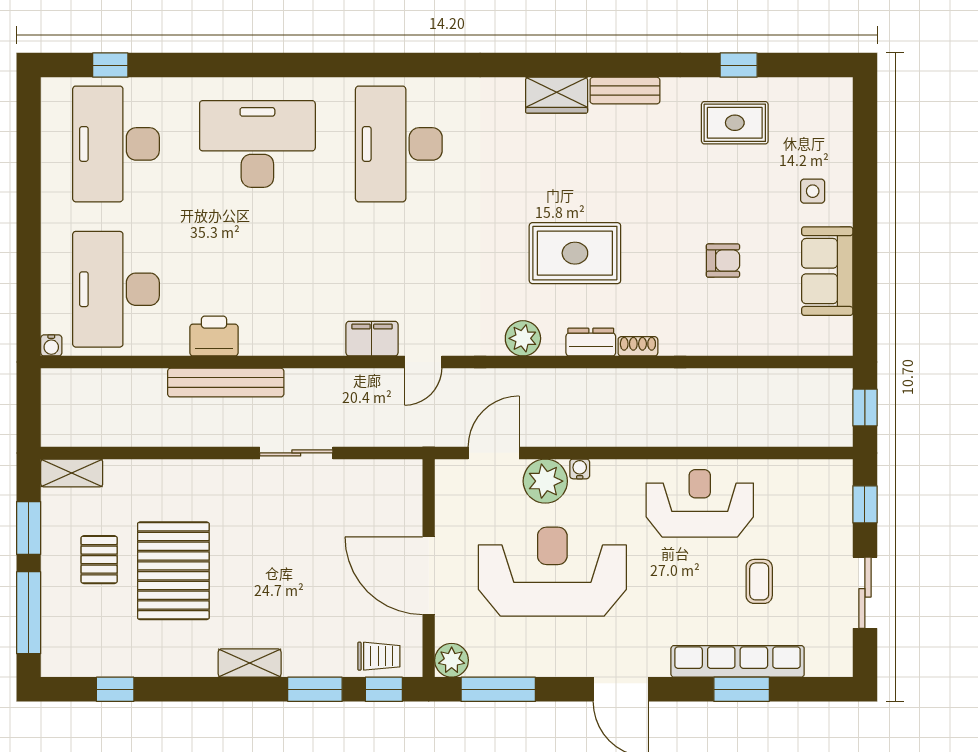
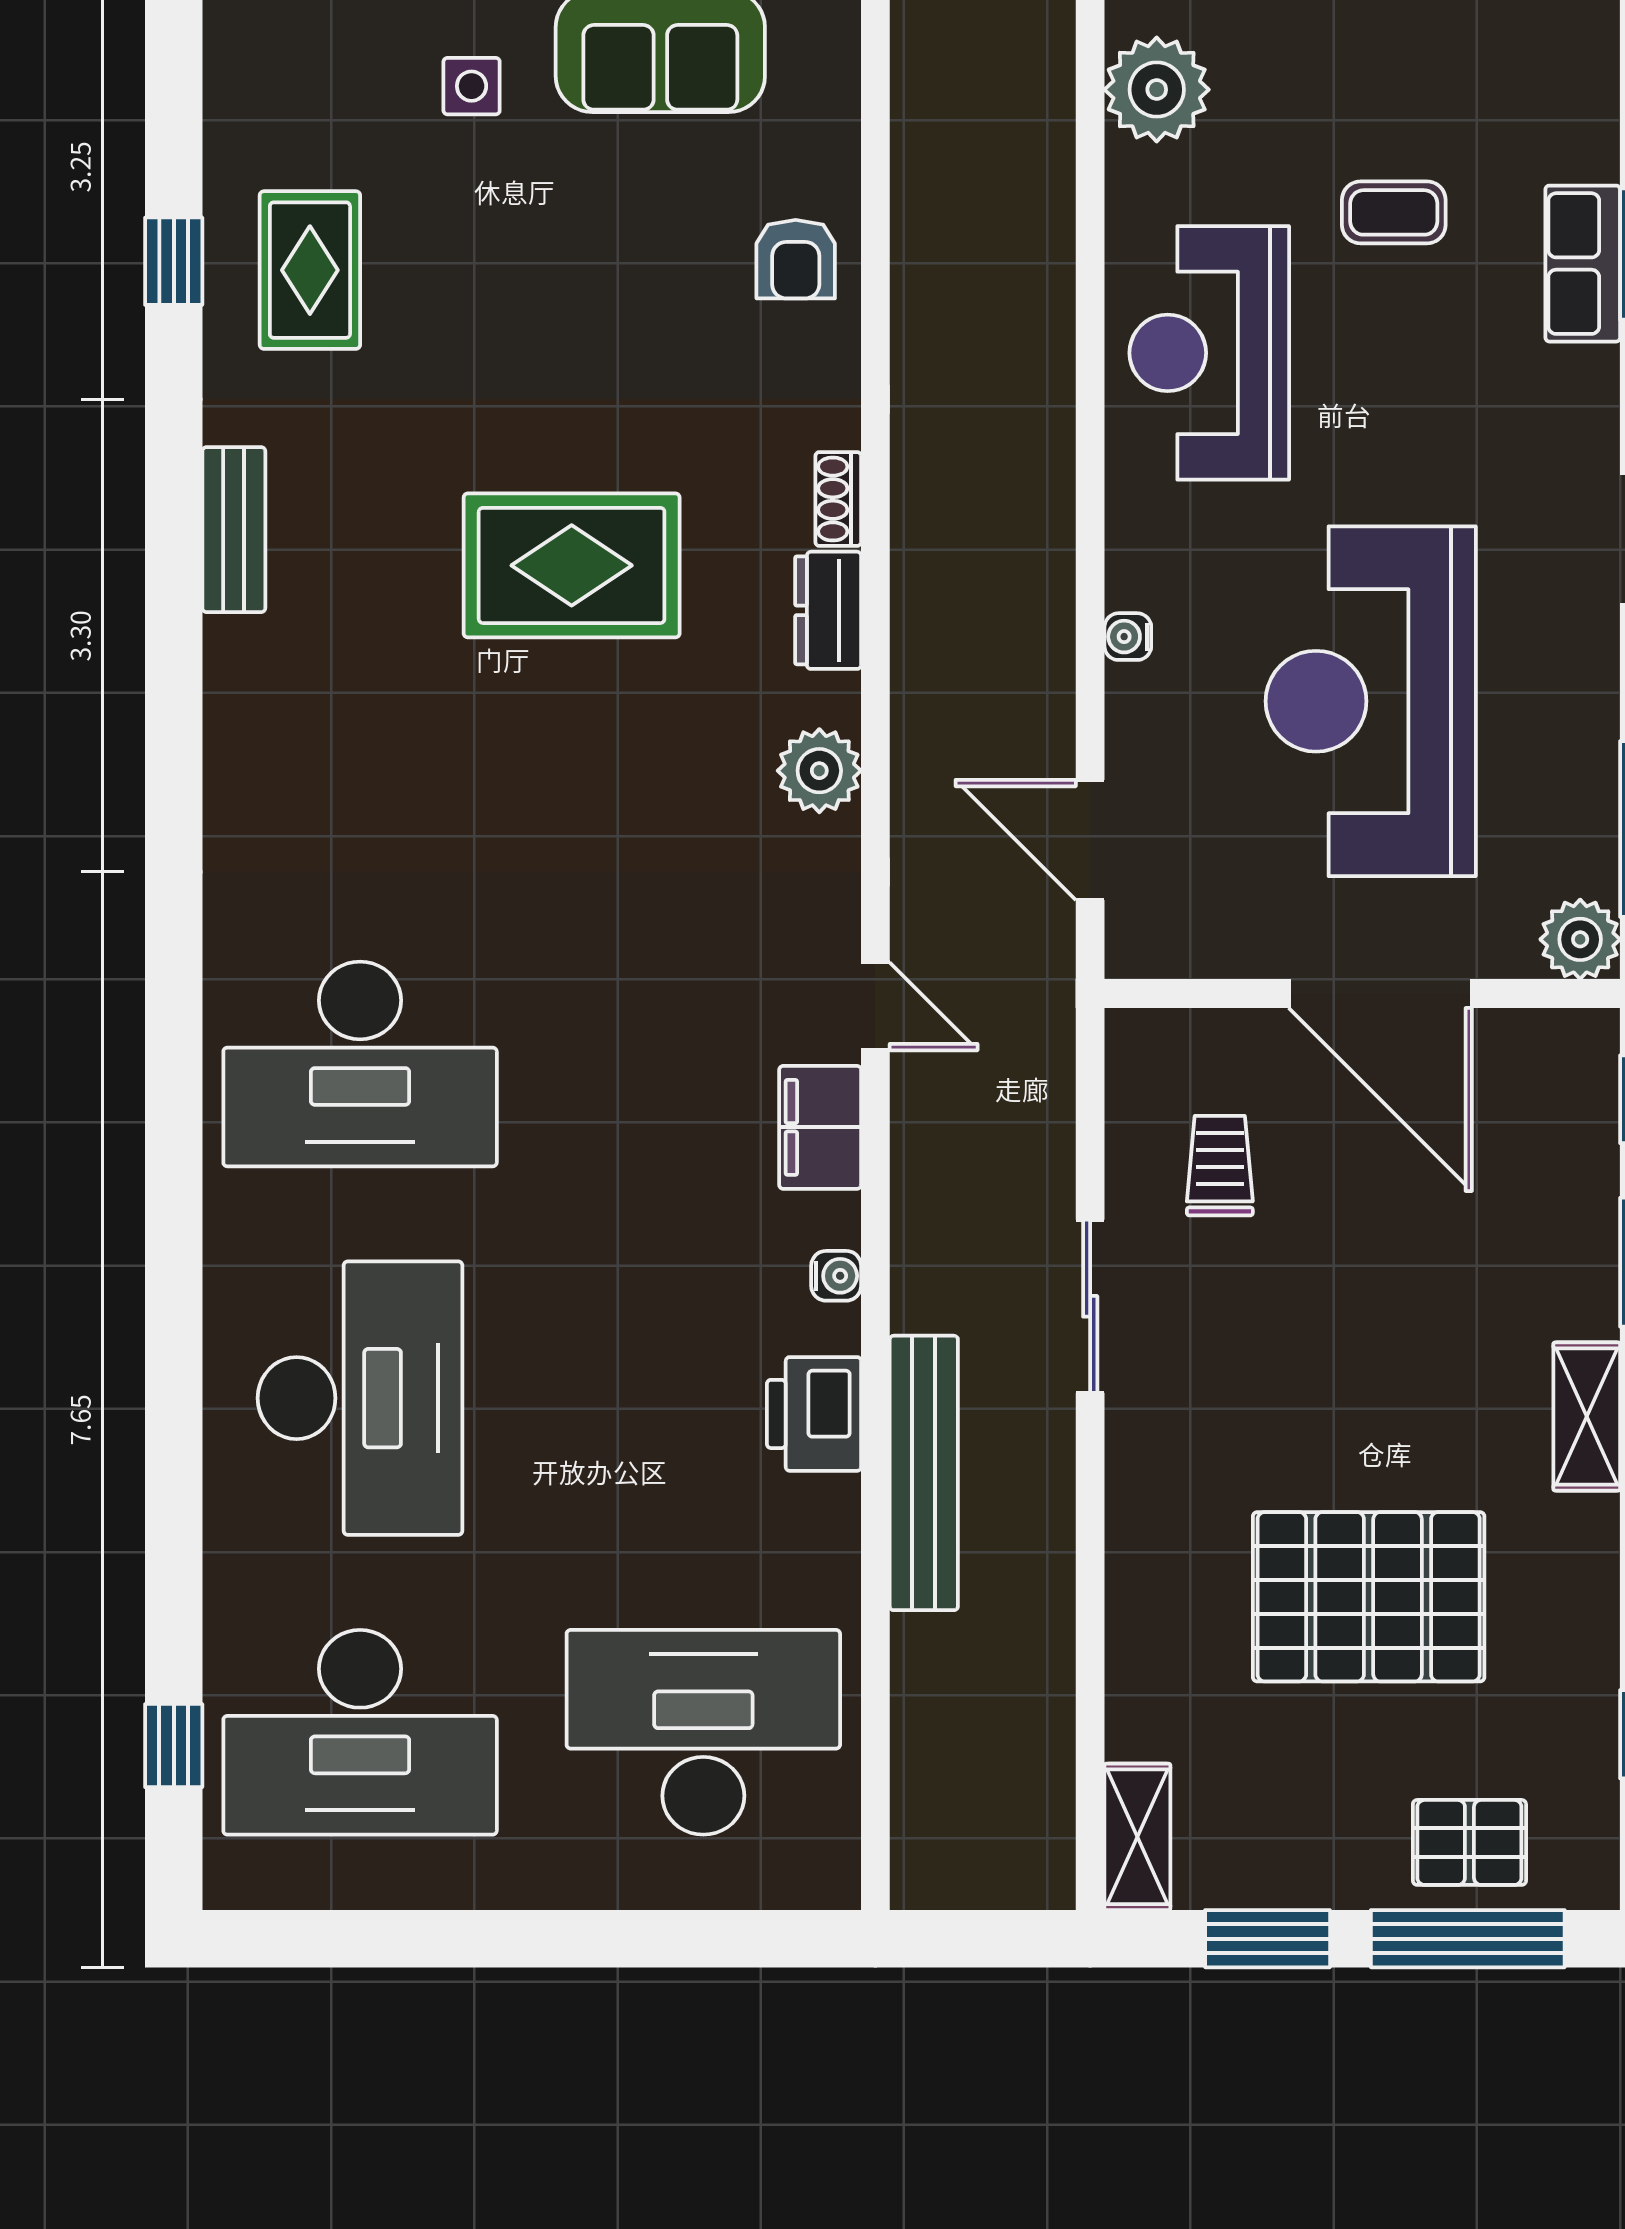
wardrobe: (557, 95) -> (245, 691), removed
desk: (257, 144) -> (360, 1398), turned 180
rug: (575, 253) -> (572, 565), moved, turned 90
armchair: (723, 261) -> (796, 259), moved, turned 180
desk: (116, 289) -> (703, 1732), turned 180
printer: (214, 336) -> (814, 1414), moved
water cooler: (51, 345) -> (836, 1276), moved
plant: (545, 481) -> (1157, 90), moved
pallet: (99, 560) -> (1469, 1842), moved
door: (429, 576) -> (1380, 994), hinge flipped
trolley: (379, 656) -> (1220, 1166), moved
row of seats: (738, 661) -> (1583, 264), width x0.50

